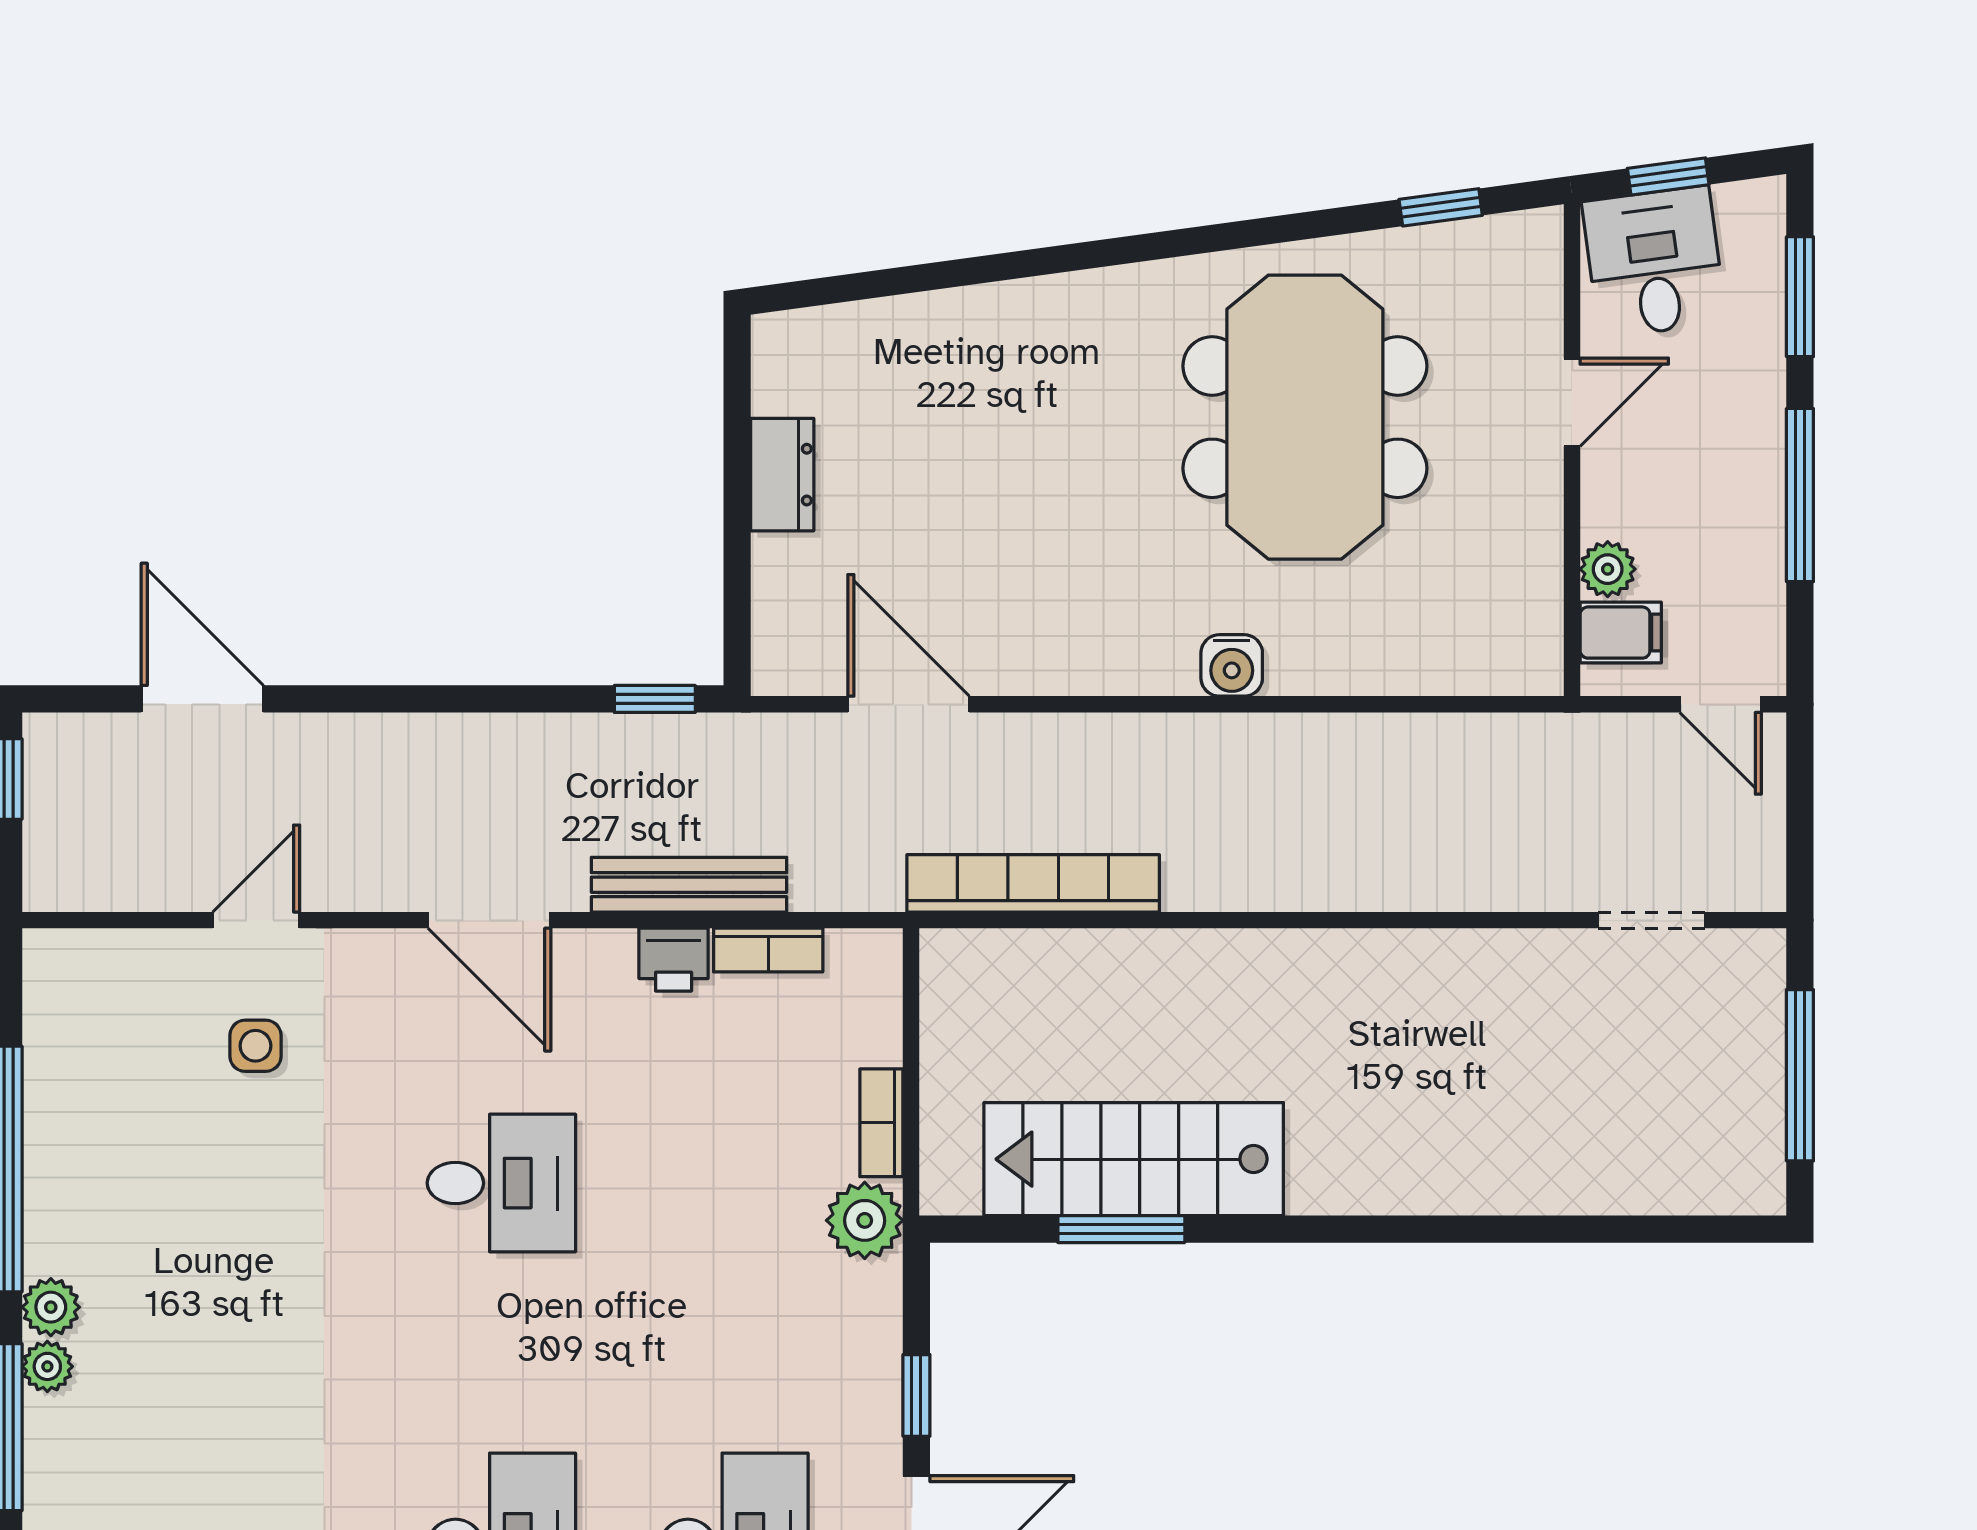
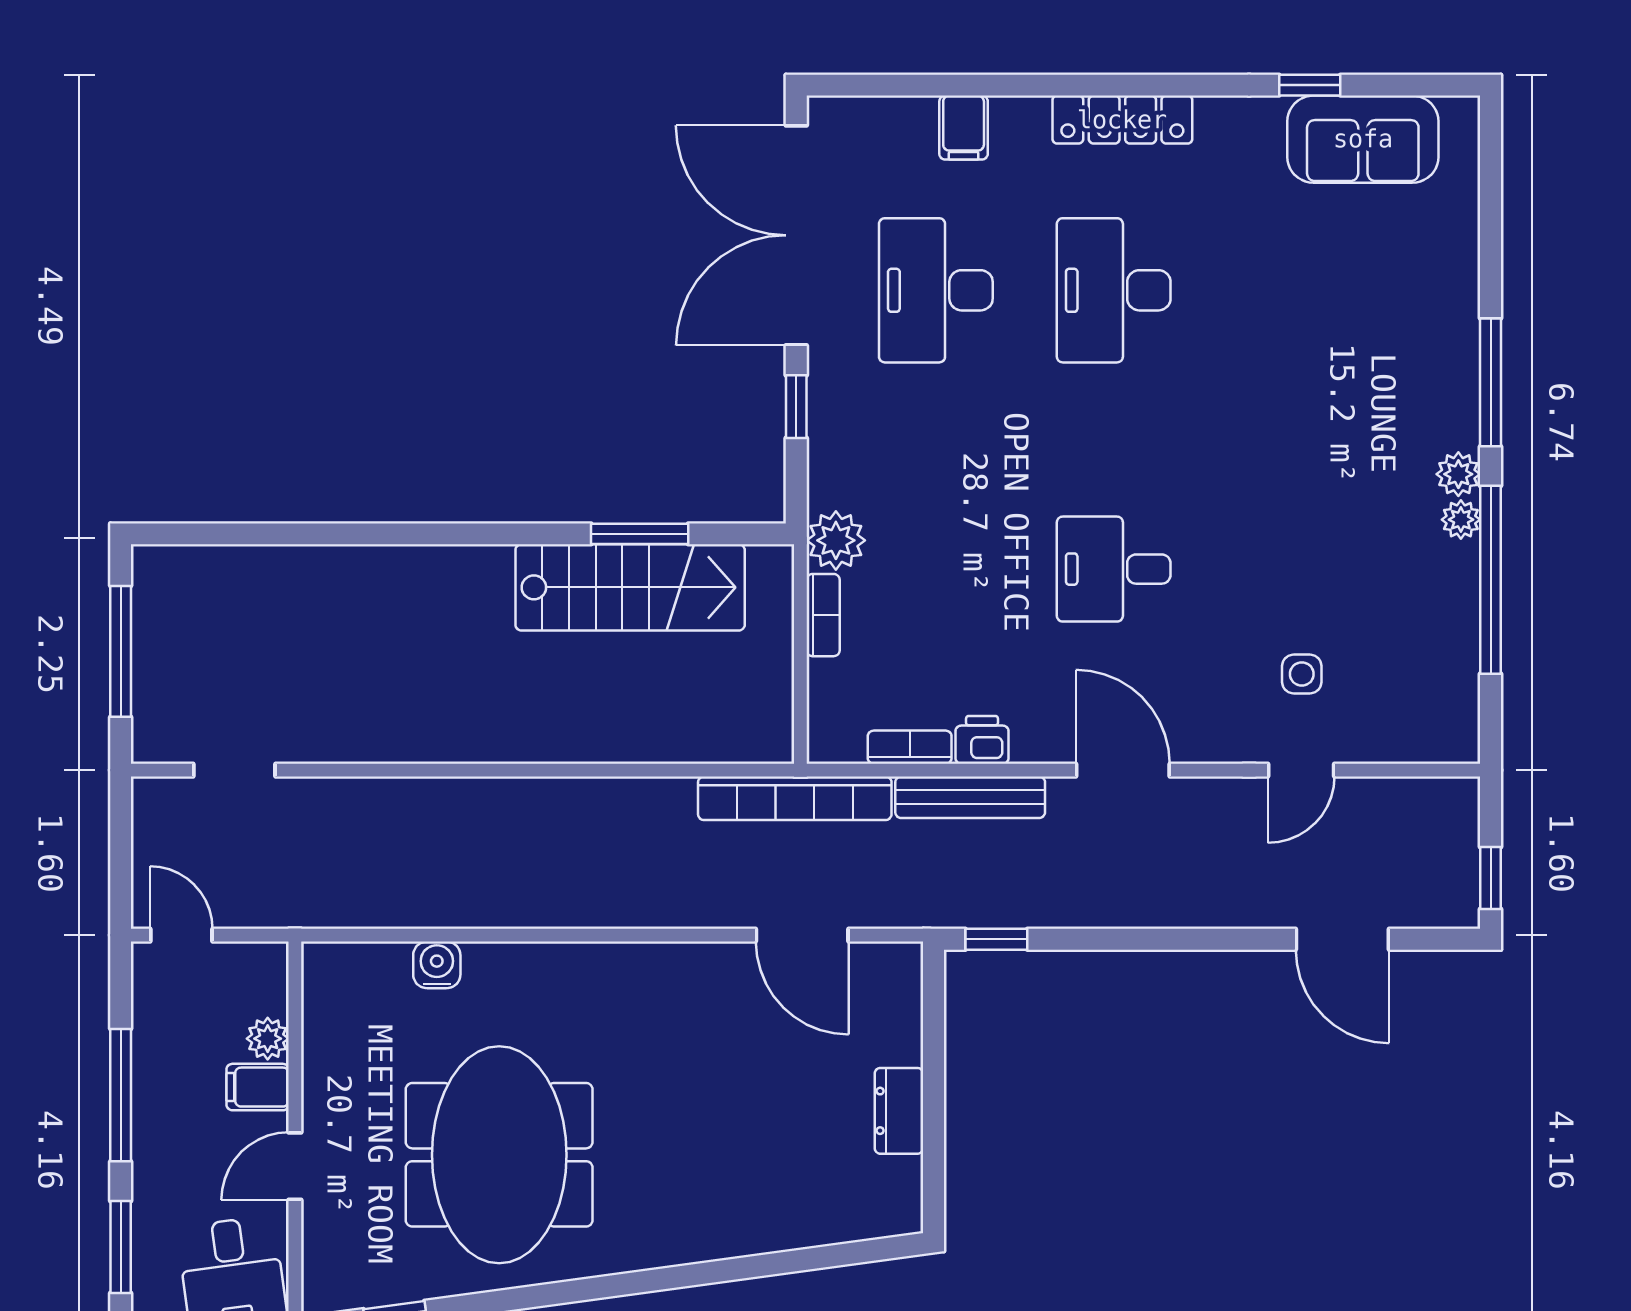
filing cabinet: (1621, 633) -> (258, 1087), moved
water cooler: (1232, 665) -> (437, 965), moved
bookcase: (1033, 883) -> (795, 798), moved
plant: (47, 1366) -> (1461, 520), moved

